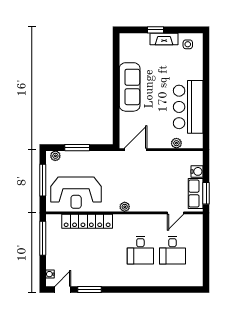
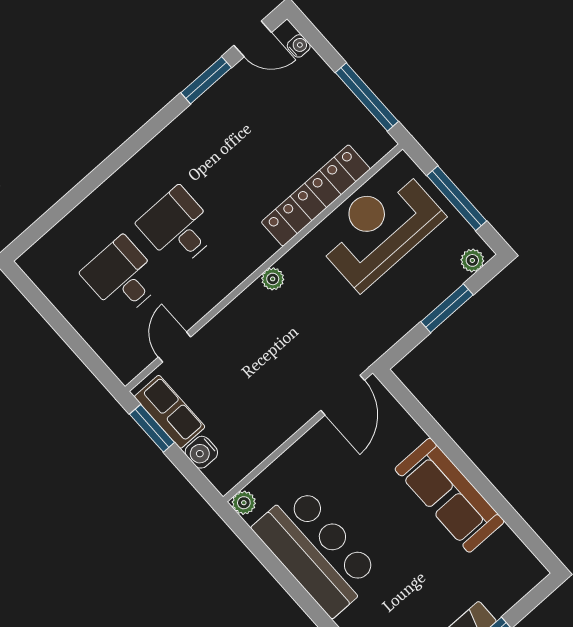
plant: (176, 143) -> (244, 503), moved
door: (63, 289) -> (253, 39), hinge flipped

